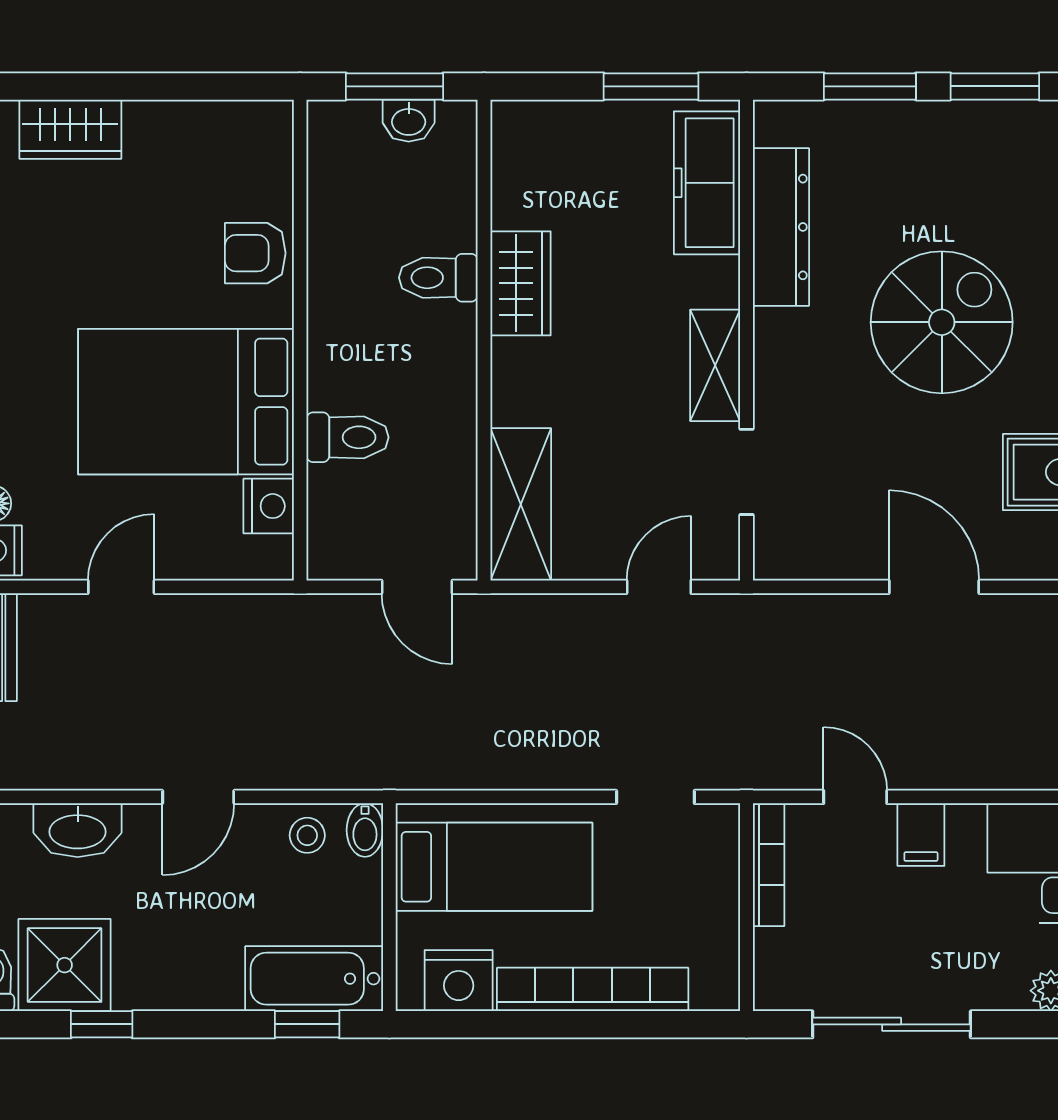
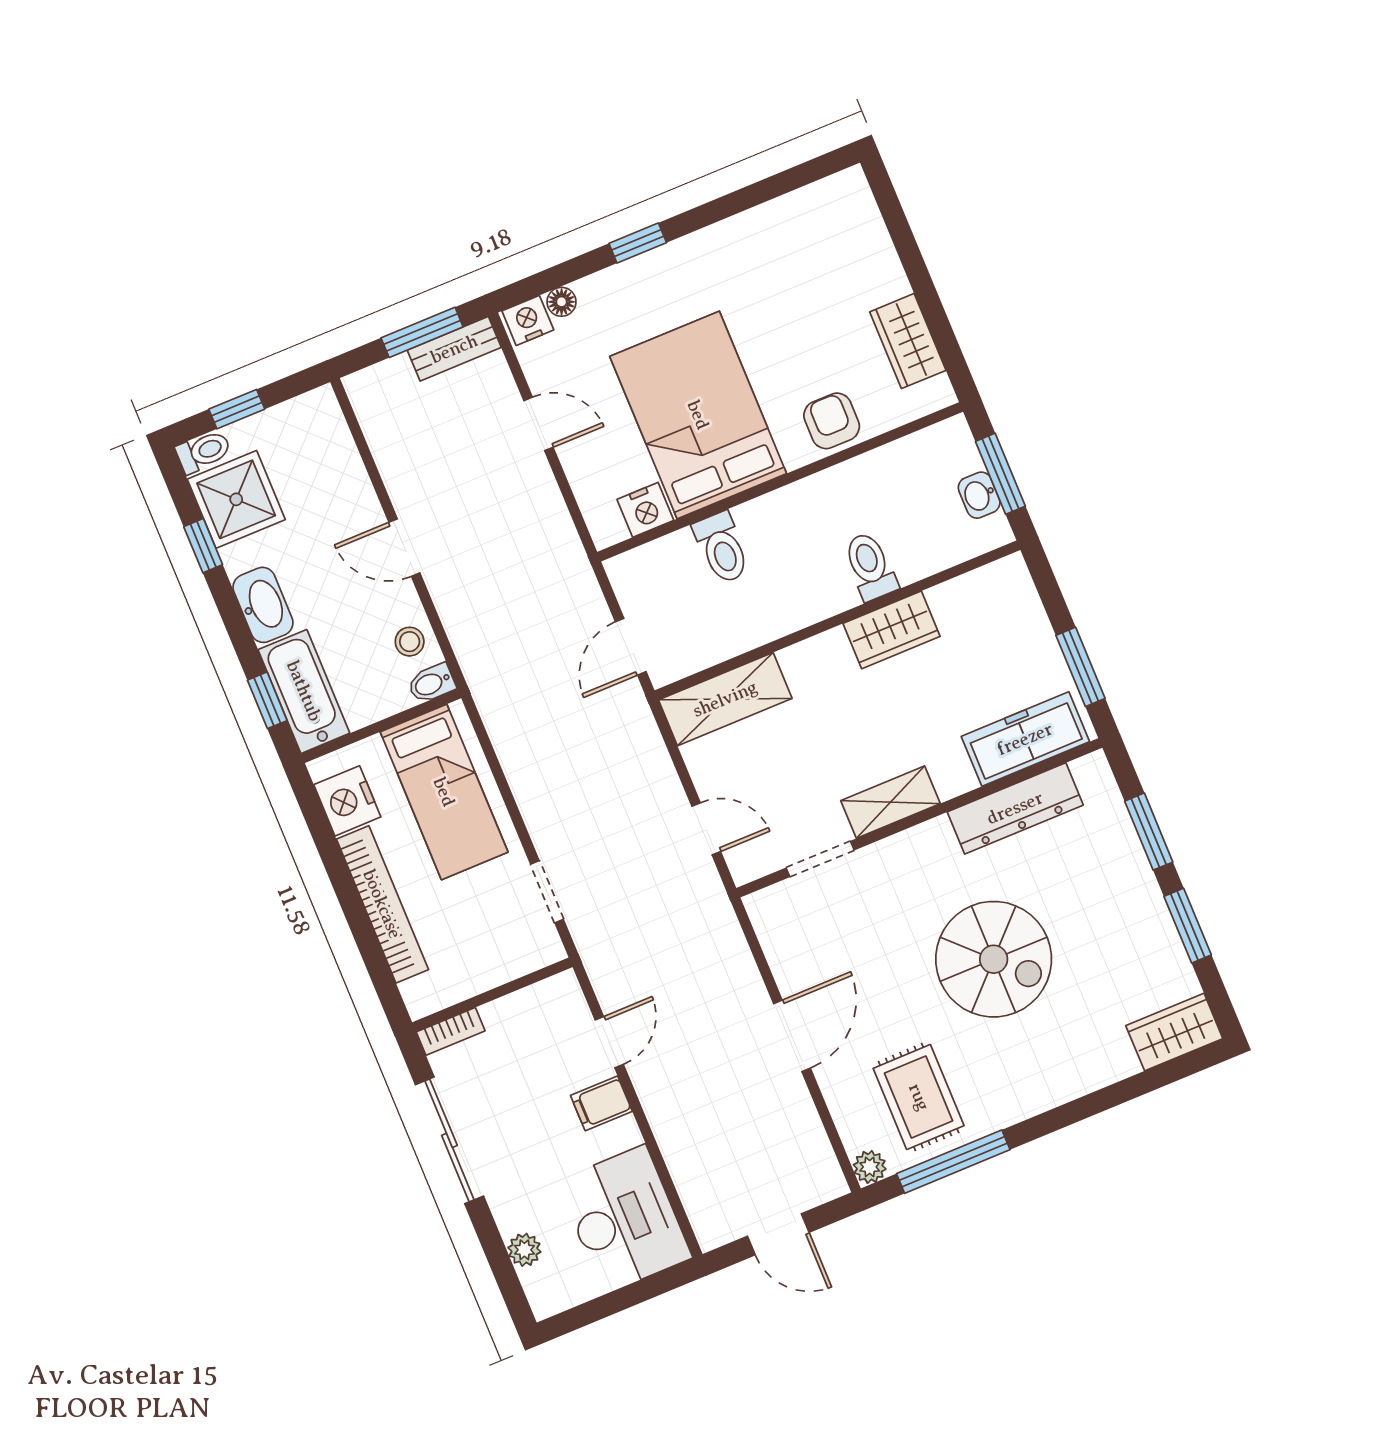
wardrobe: (70, 129) -> (908, 341), moved
washbasin: (78, 830) -> (263, 605), moved, turned 180
bookcase: (769, 865) -> (451, 1031), moved, width x0.64

